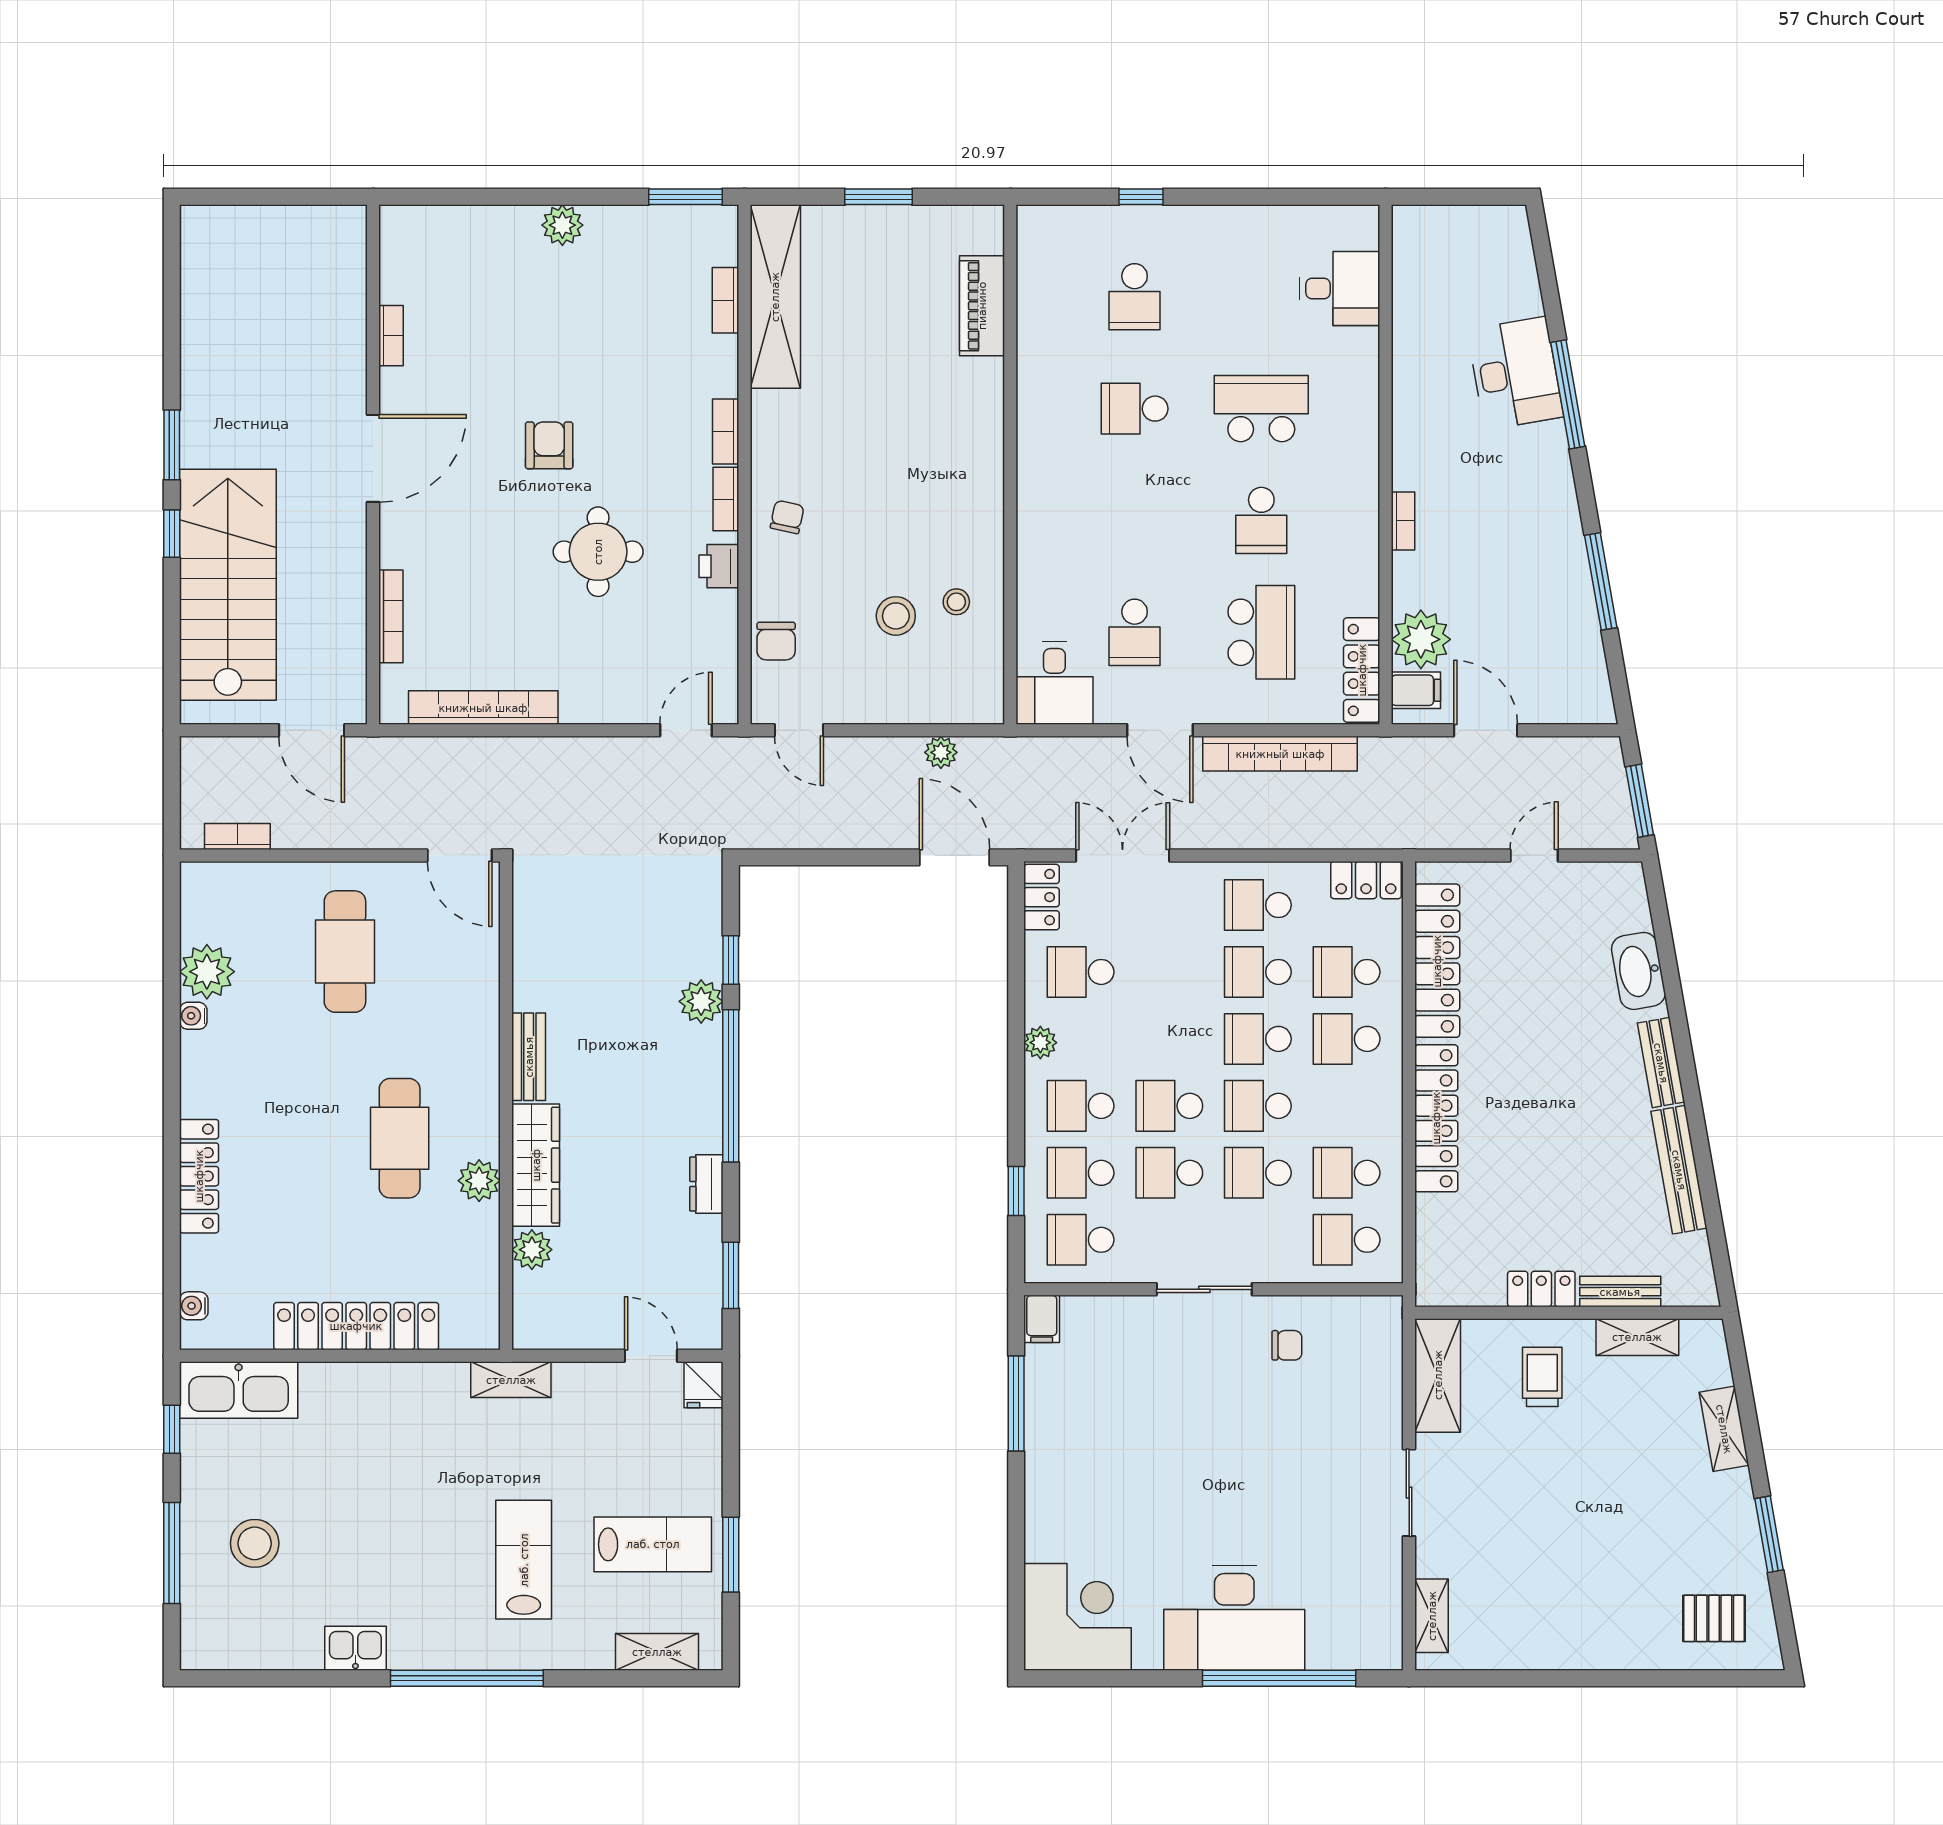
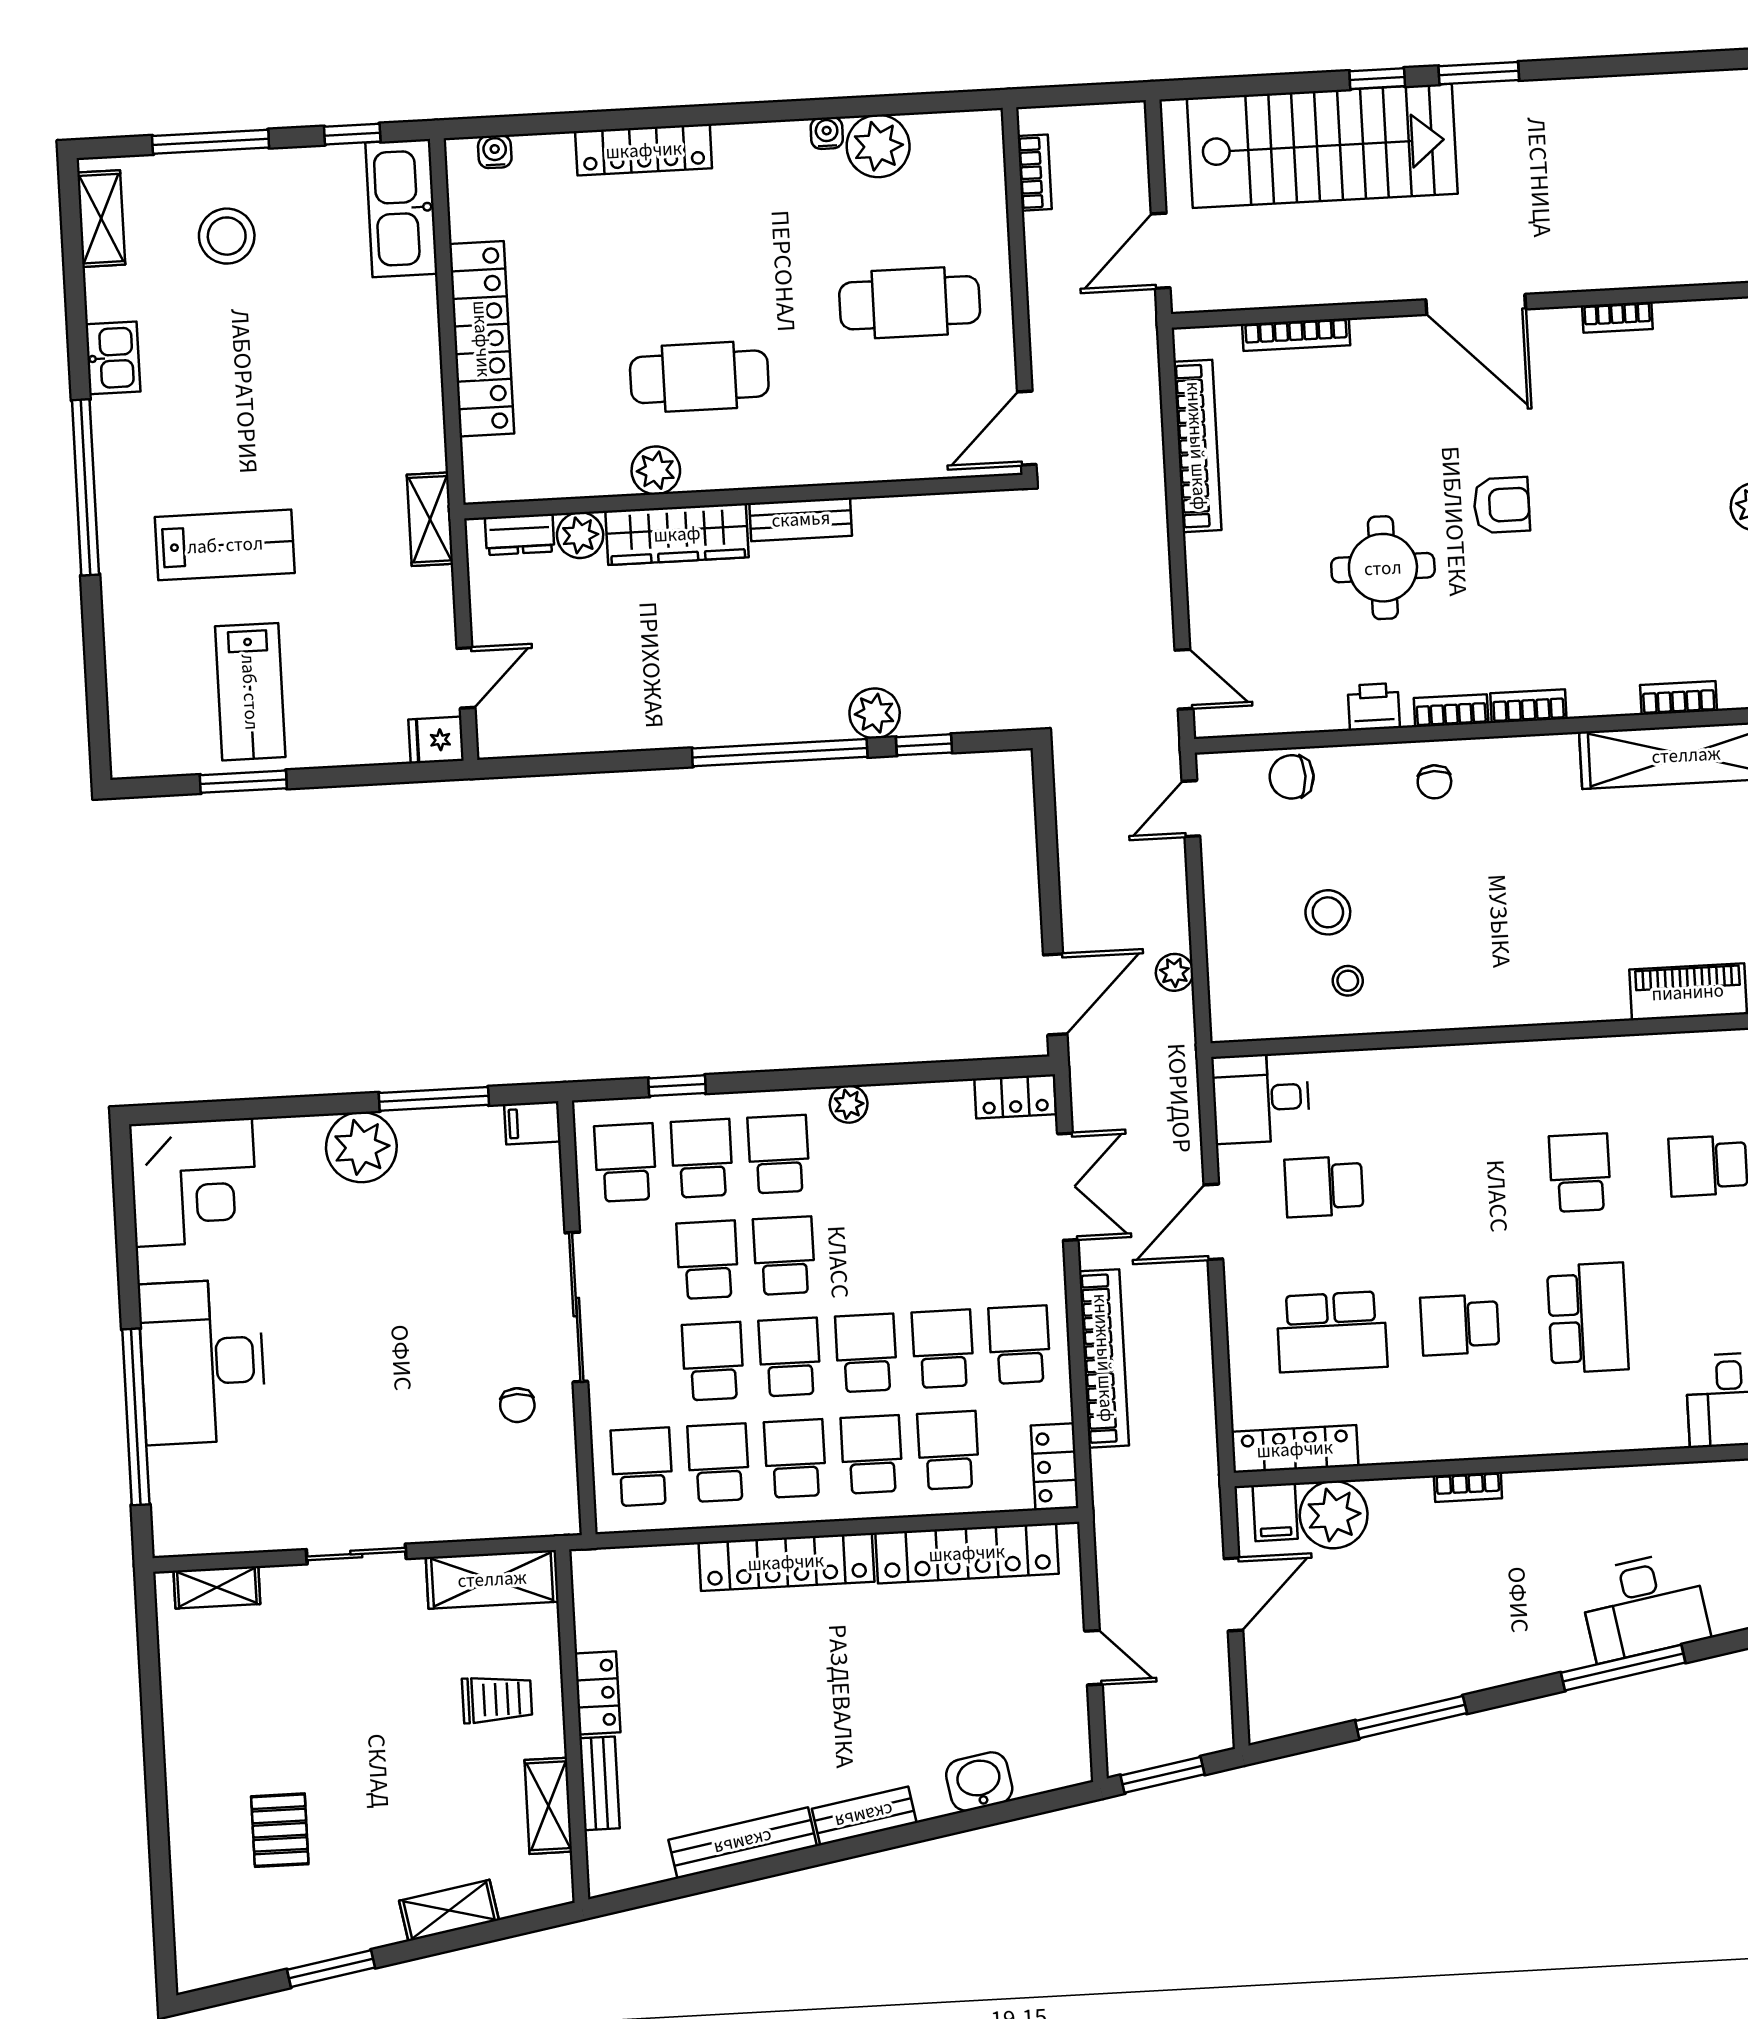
chair: (787, 517) -> (1434, 782), turned 78
bookcase: (1280, 754) -> (1104, 1358), moved, turned 180
washbasin: (1638, 971) -> (979, 1782), width x0.72
school desk: (1081, 972) -> (795, 1459), moved
dresser: (706, 1184) -> (520, 534), moved, turned 180
window: (731, 1275) -> (563, 764), removed
sliding door: (1204, 1289) -> (576, 1307), width x1.37
plant: (1055, 1469) -> (361, 1147), added
pallet: (1714, 1618) -> (280, 1830), moved
shelving: (657, 1652) -> (101, 219), moved

